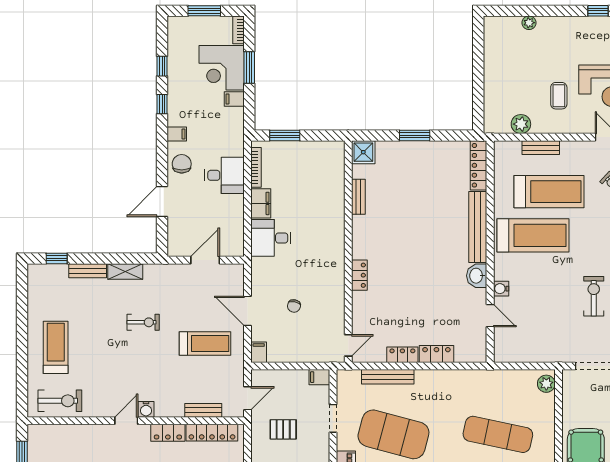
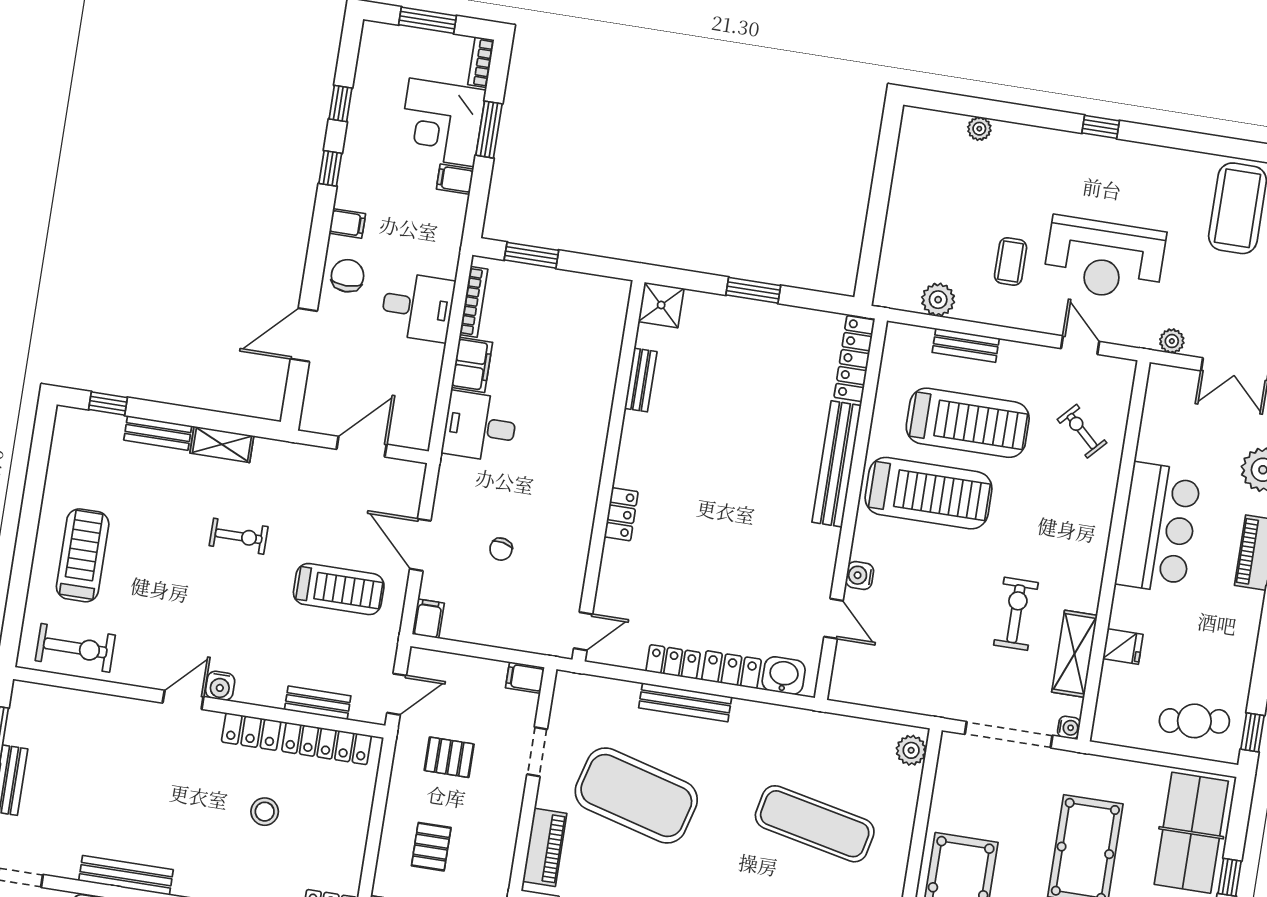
washbasin: (477, 276) -> (784, 676), moved, turned 90
bench: (388, 377) -> (685, 702), moved

